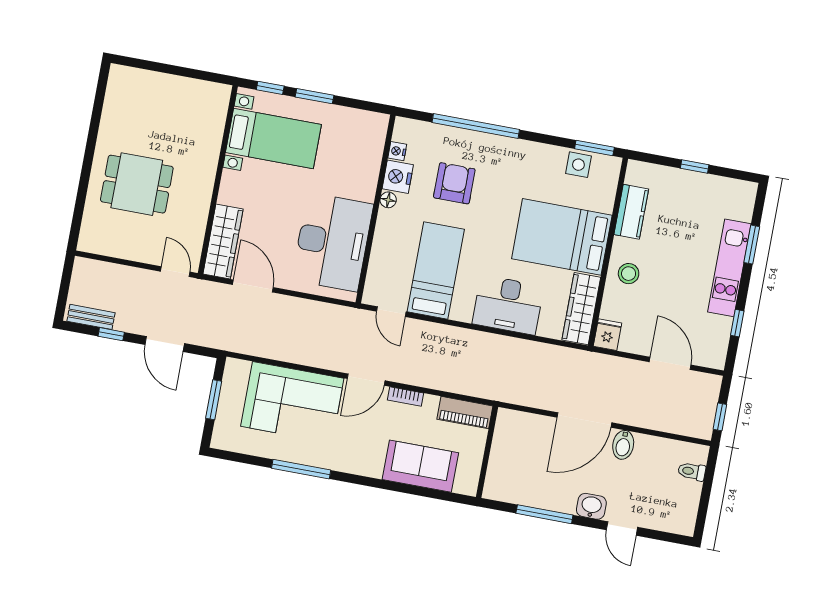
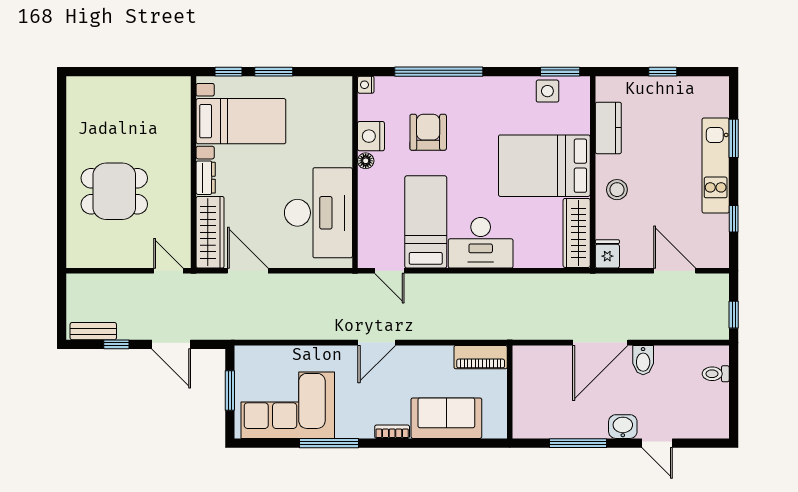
nightstand: (397, 151) -> (366, 85), moved
dresser: (229, 187) -> (206, 178), added
desk: (508, 305) -> (481, 243), moved
bookcase: (405, 397) -> (392, 432), moved, turned 180
corner sofa: (292, 402) -> (288, 405), moved, turned 180

